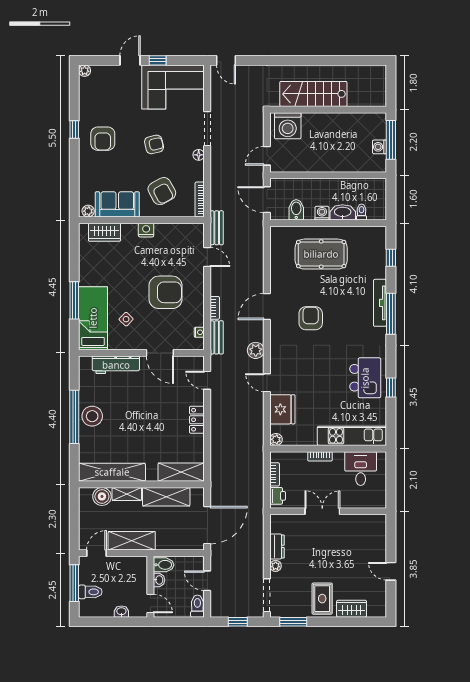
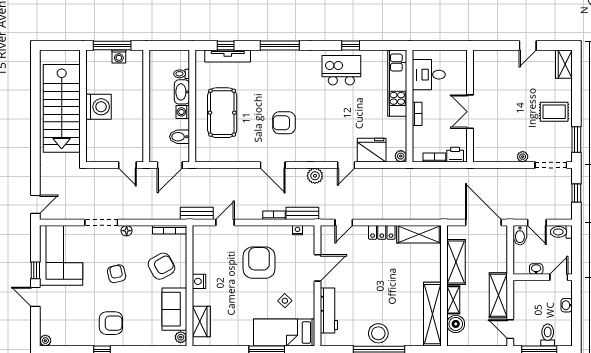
stairs: (313, 94) -> (62, 108), width x1.36, depth x1.51
washing machine: (288, 126) -> (99, 107), moved
tv unit: (380, 303) -> (228, 56), moved
shelving: (181, 472) -> (419, 234), moved, turned 90
dresser: (277, 546) -> (504, 155), removed
bidet: (164, 565) -> (520, 235), moved, turned 180
door: (207, 581) -> (537, 223), hinge flipped
wardrobe: (352, 609) -> (564, 64), moved

